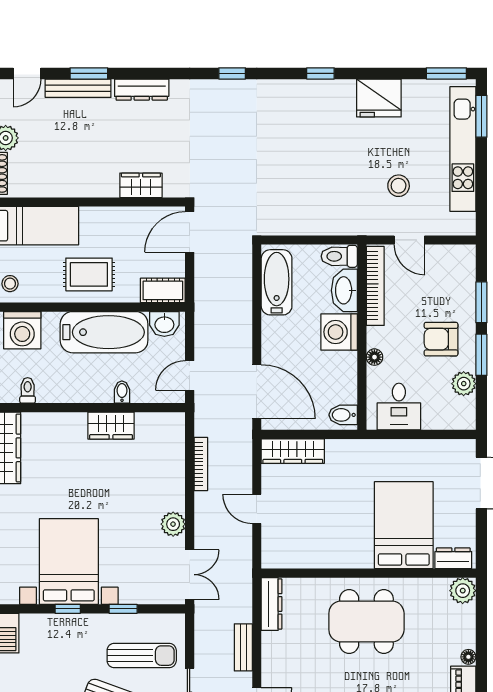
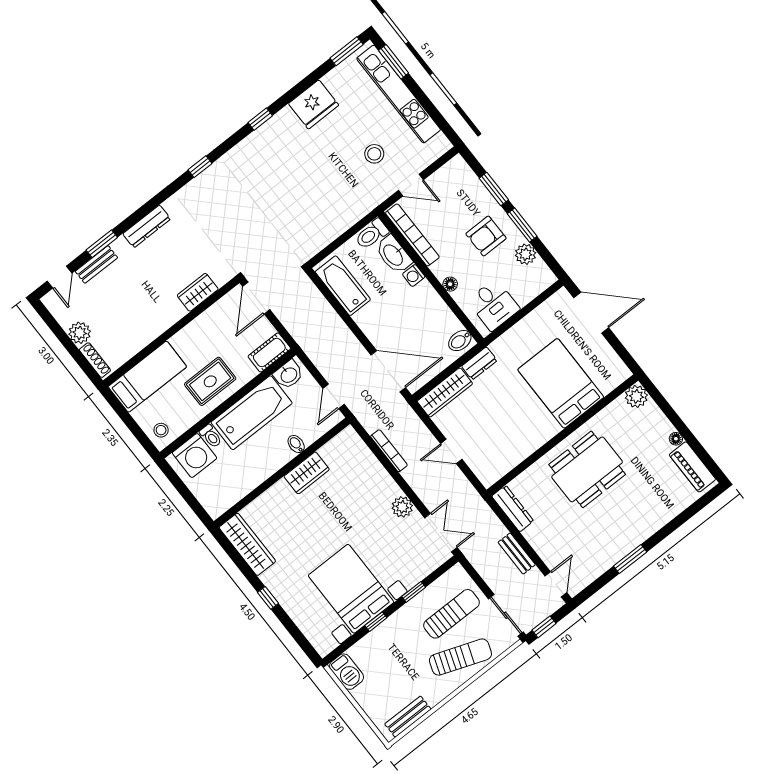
bench: (78, 88) -> (96, 264), width x0.73
washing machine: (339, 332) -> (414, 275), width x0.53, depth x0.53
toilet: (28, 390) -> (211, 436), moved, turned 180
dresser: (453, 558) -> (479, 363), moved, turned 180

